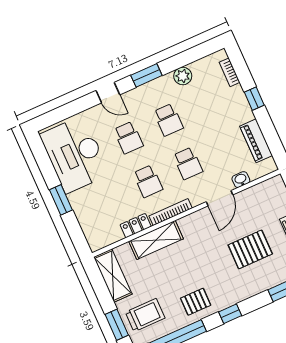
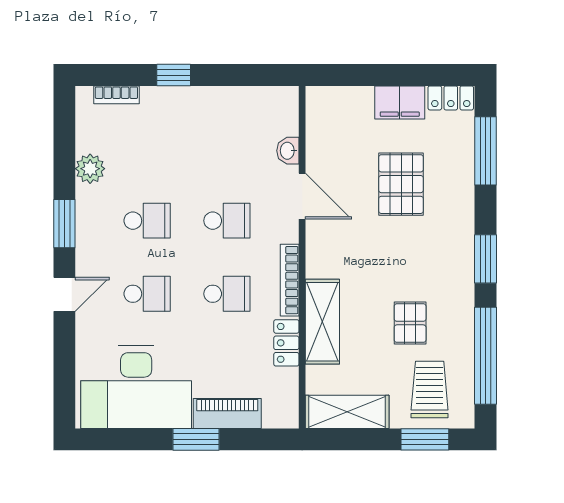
piano: (256, 141) -> (227, 413), moved, turned 180
pallet: (196, 302) -> (410, 323), moved
window: (230, 314) -> (486, 259), width x1.50

